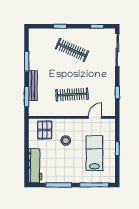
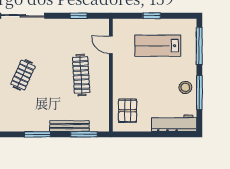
clothes rail: (72, 50) -> (23, 75), width x0.73
pallet: (45, 130) -> (127, 111), turned 90
stool: (66, 141) -> (185, 87), moved

